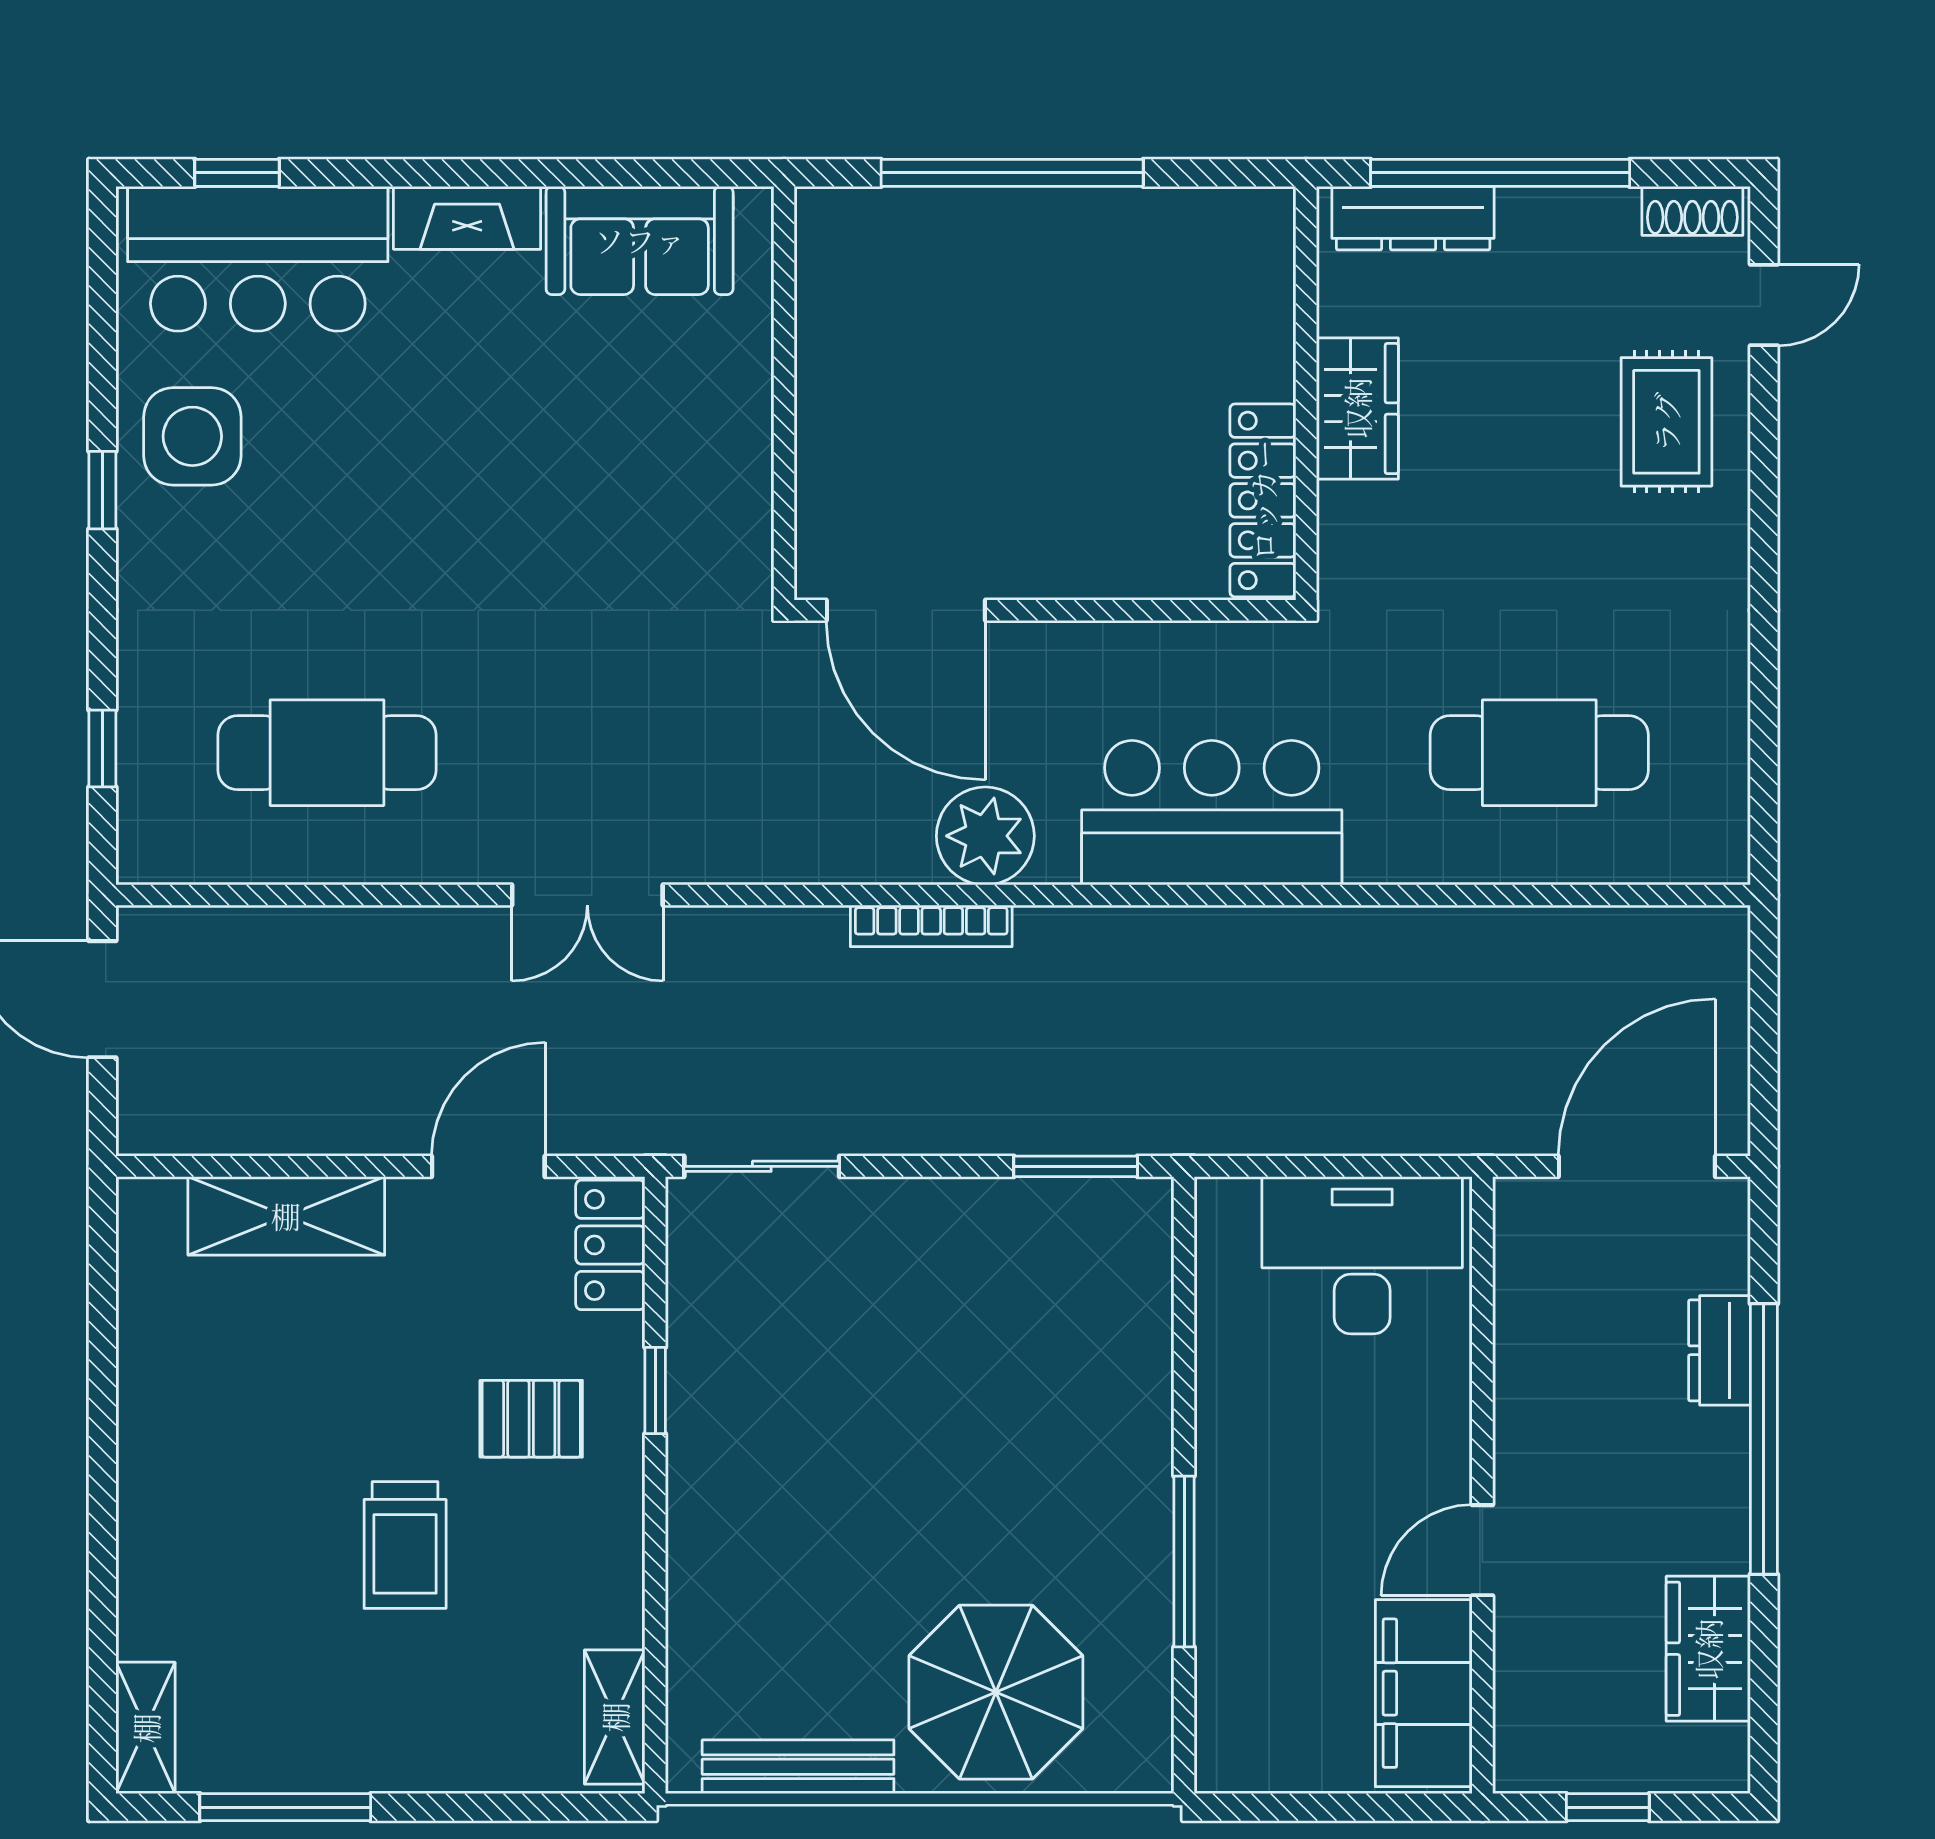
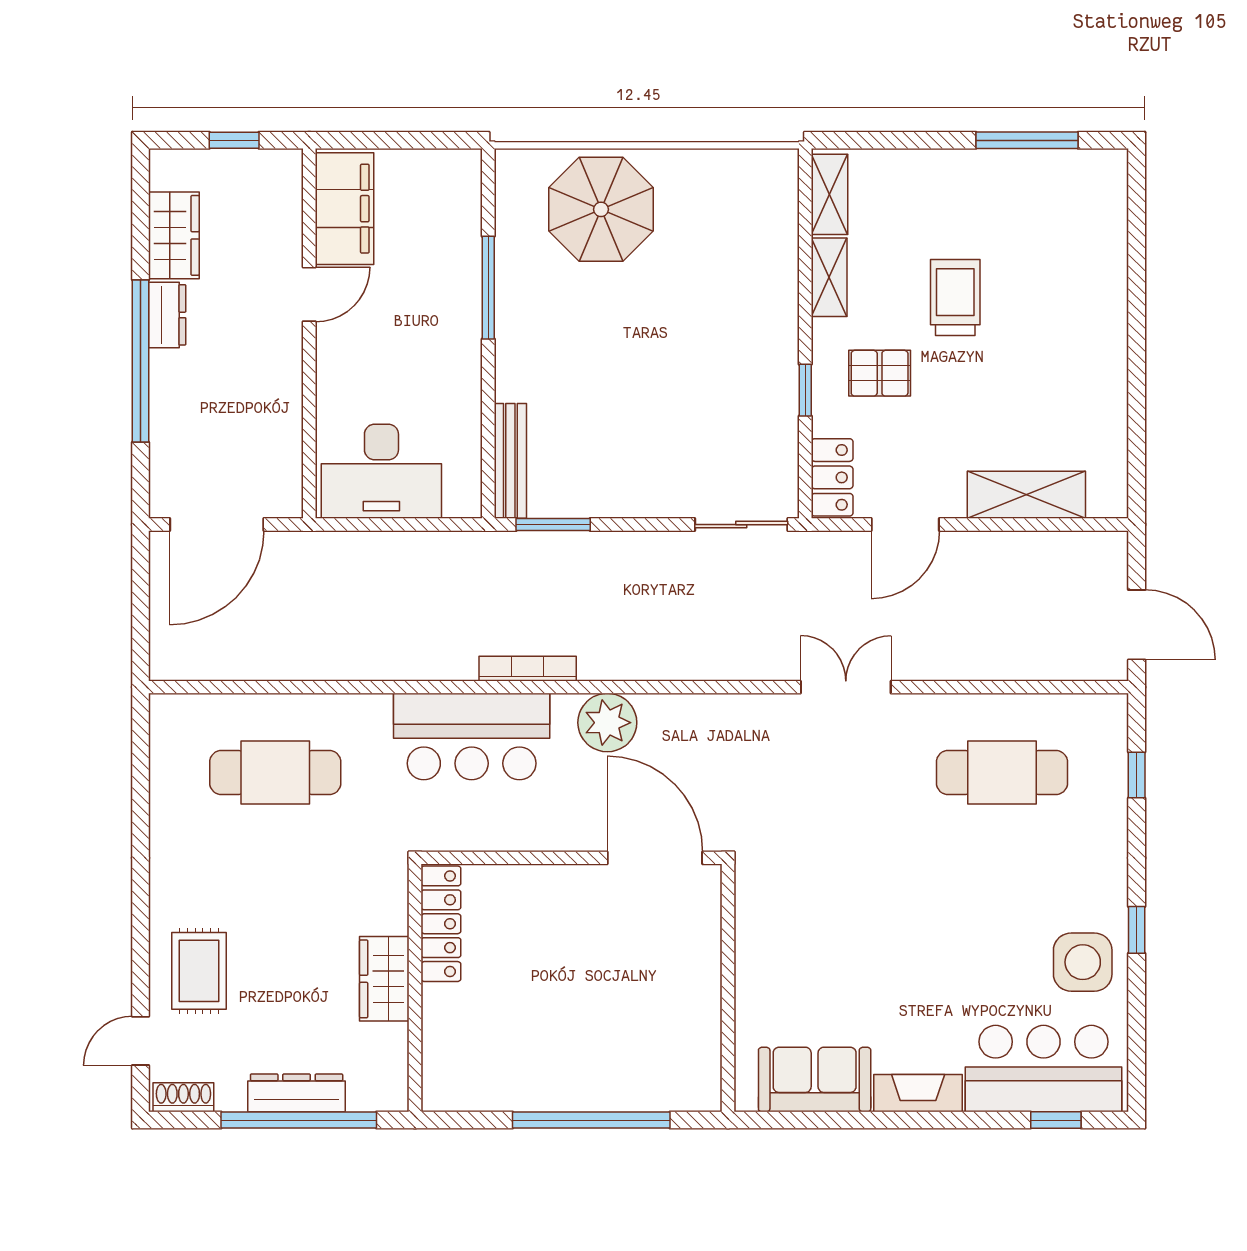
dresser: (1413, 218) -> (297, 1093), moved
bookcase: (931, 926) -> (528, 669), moved
dresser: (1719, 1350) -> (167, 315), moved
shelving: (146, 1728) -> (829, 277), moved
bench: (798, 1767) -> (510, 461), moved, turned 90

